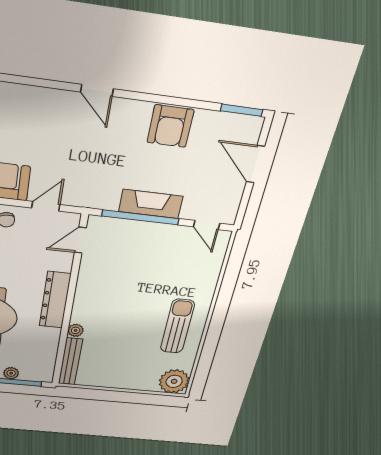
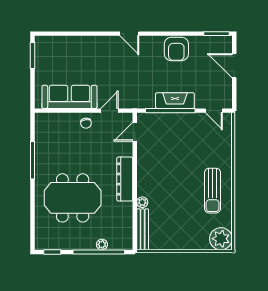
sun lounger: (177, 326) -> (213, 191), turned 180

